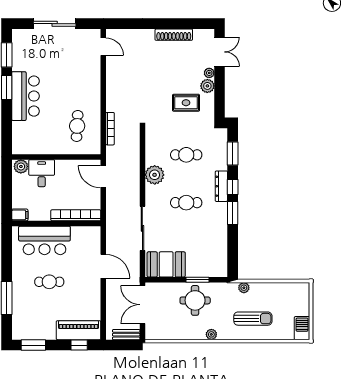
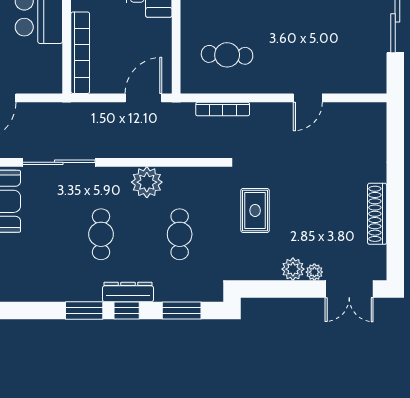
door: (103, 47) -> (308, 98), moved
rug: (186, 103) -> (255, 210), moved

